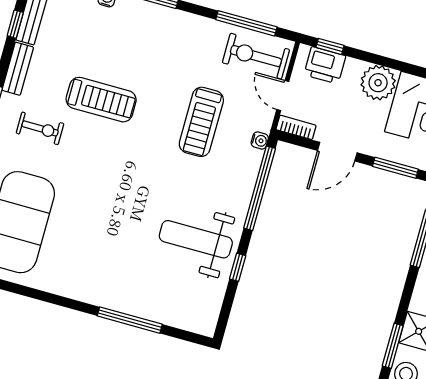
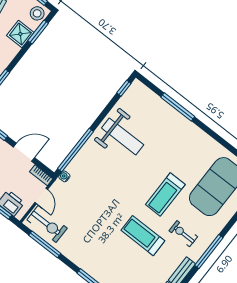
treadmill: (201, 122) -> (165, 194), moved, turned 180
window: (238, 267) -> (124, 88), moved

